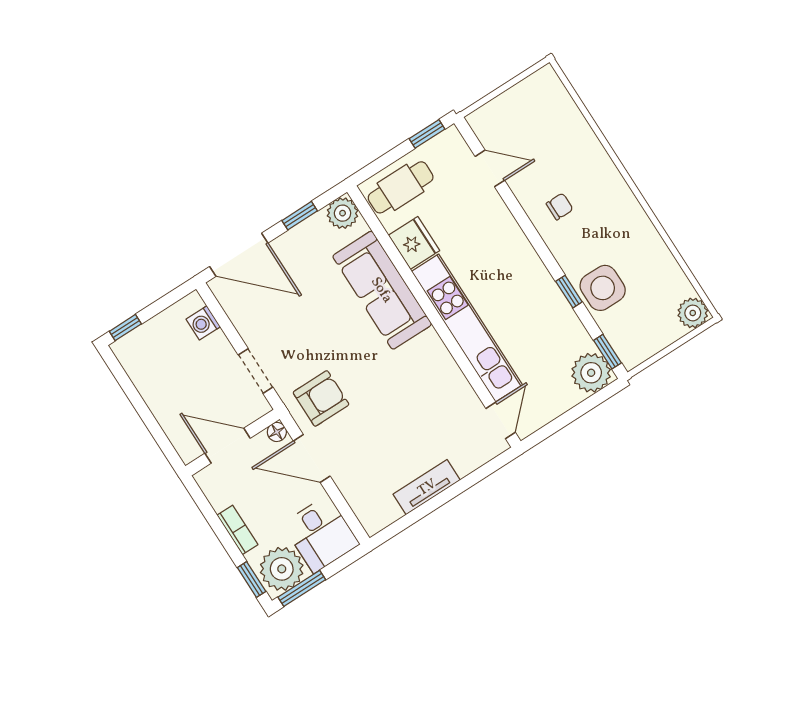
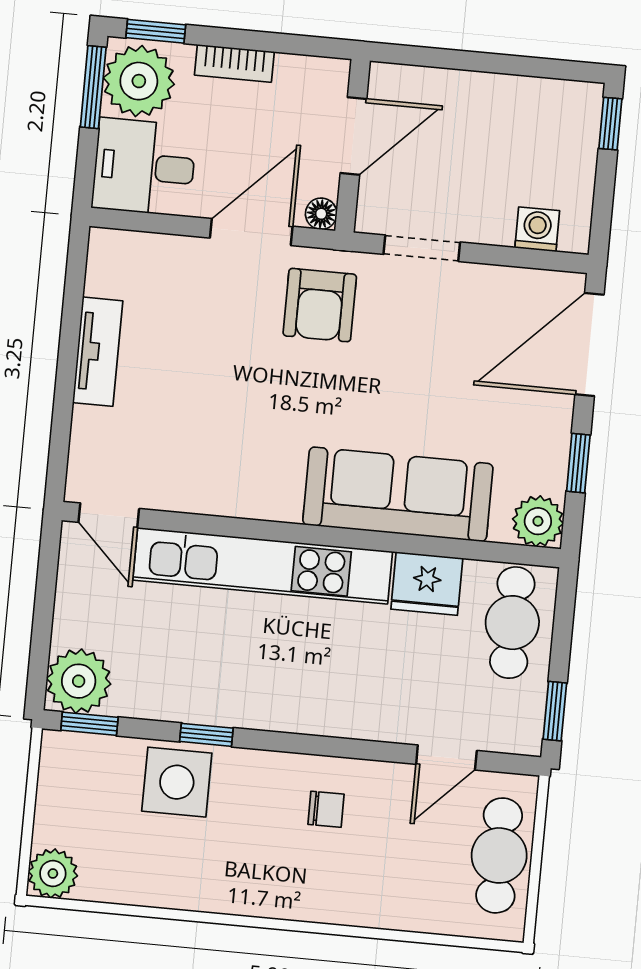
cafe table: (517, 106) -> (499, 855), added
chair: (560, 206) -> (326, 809), turned -90

